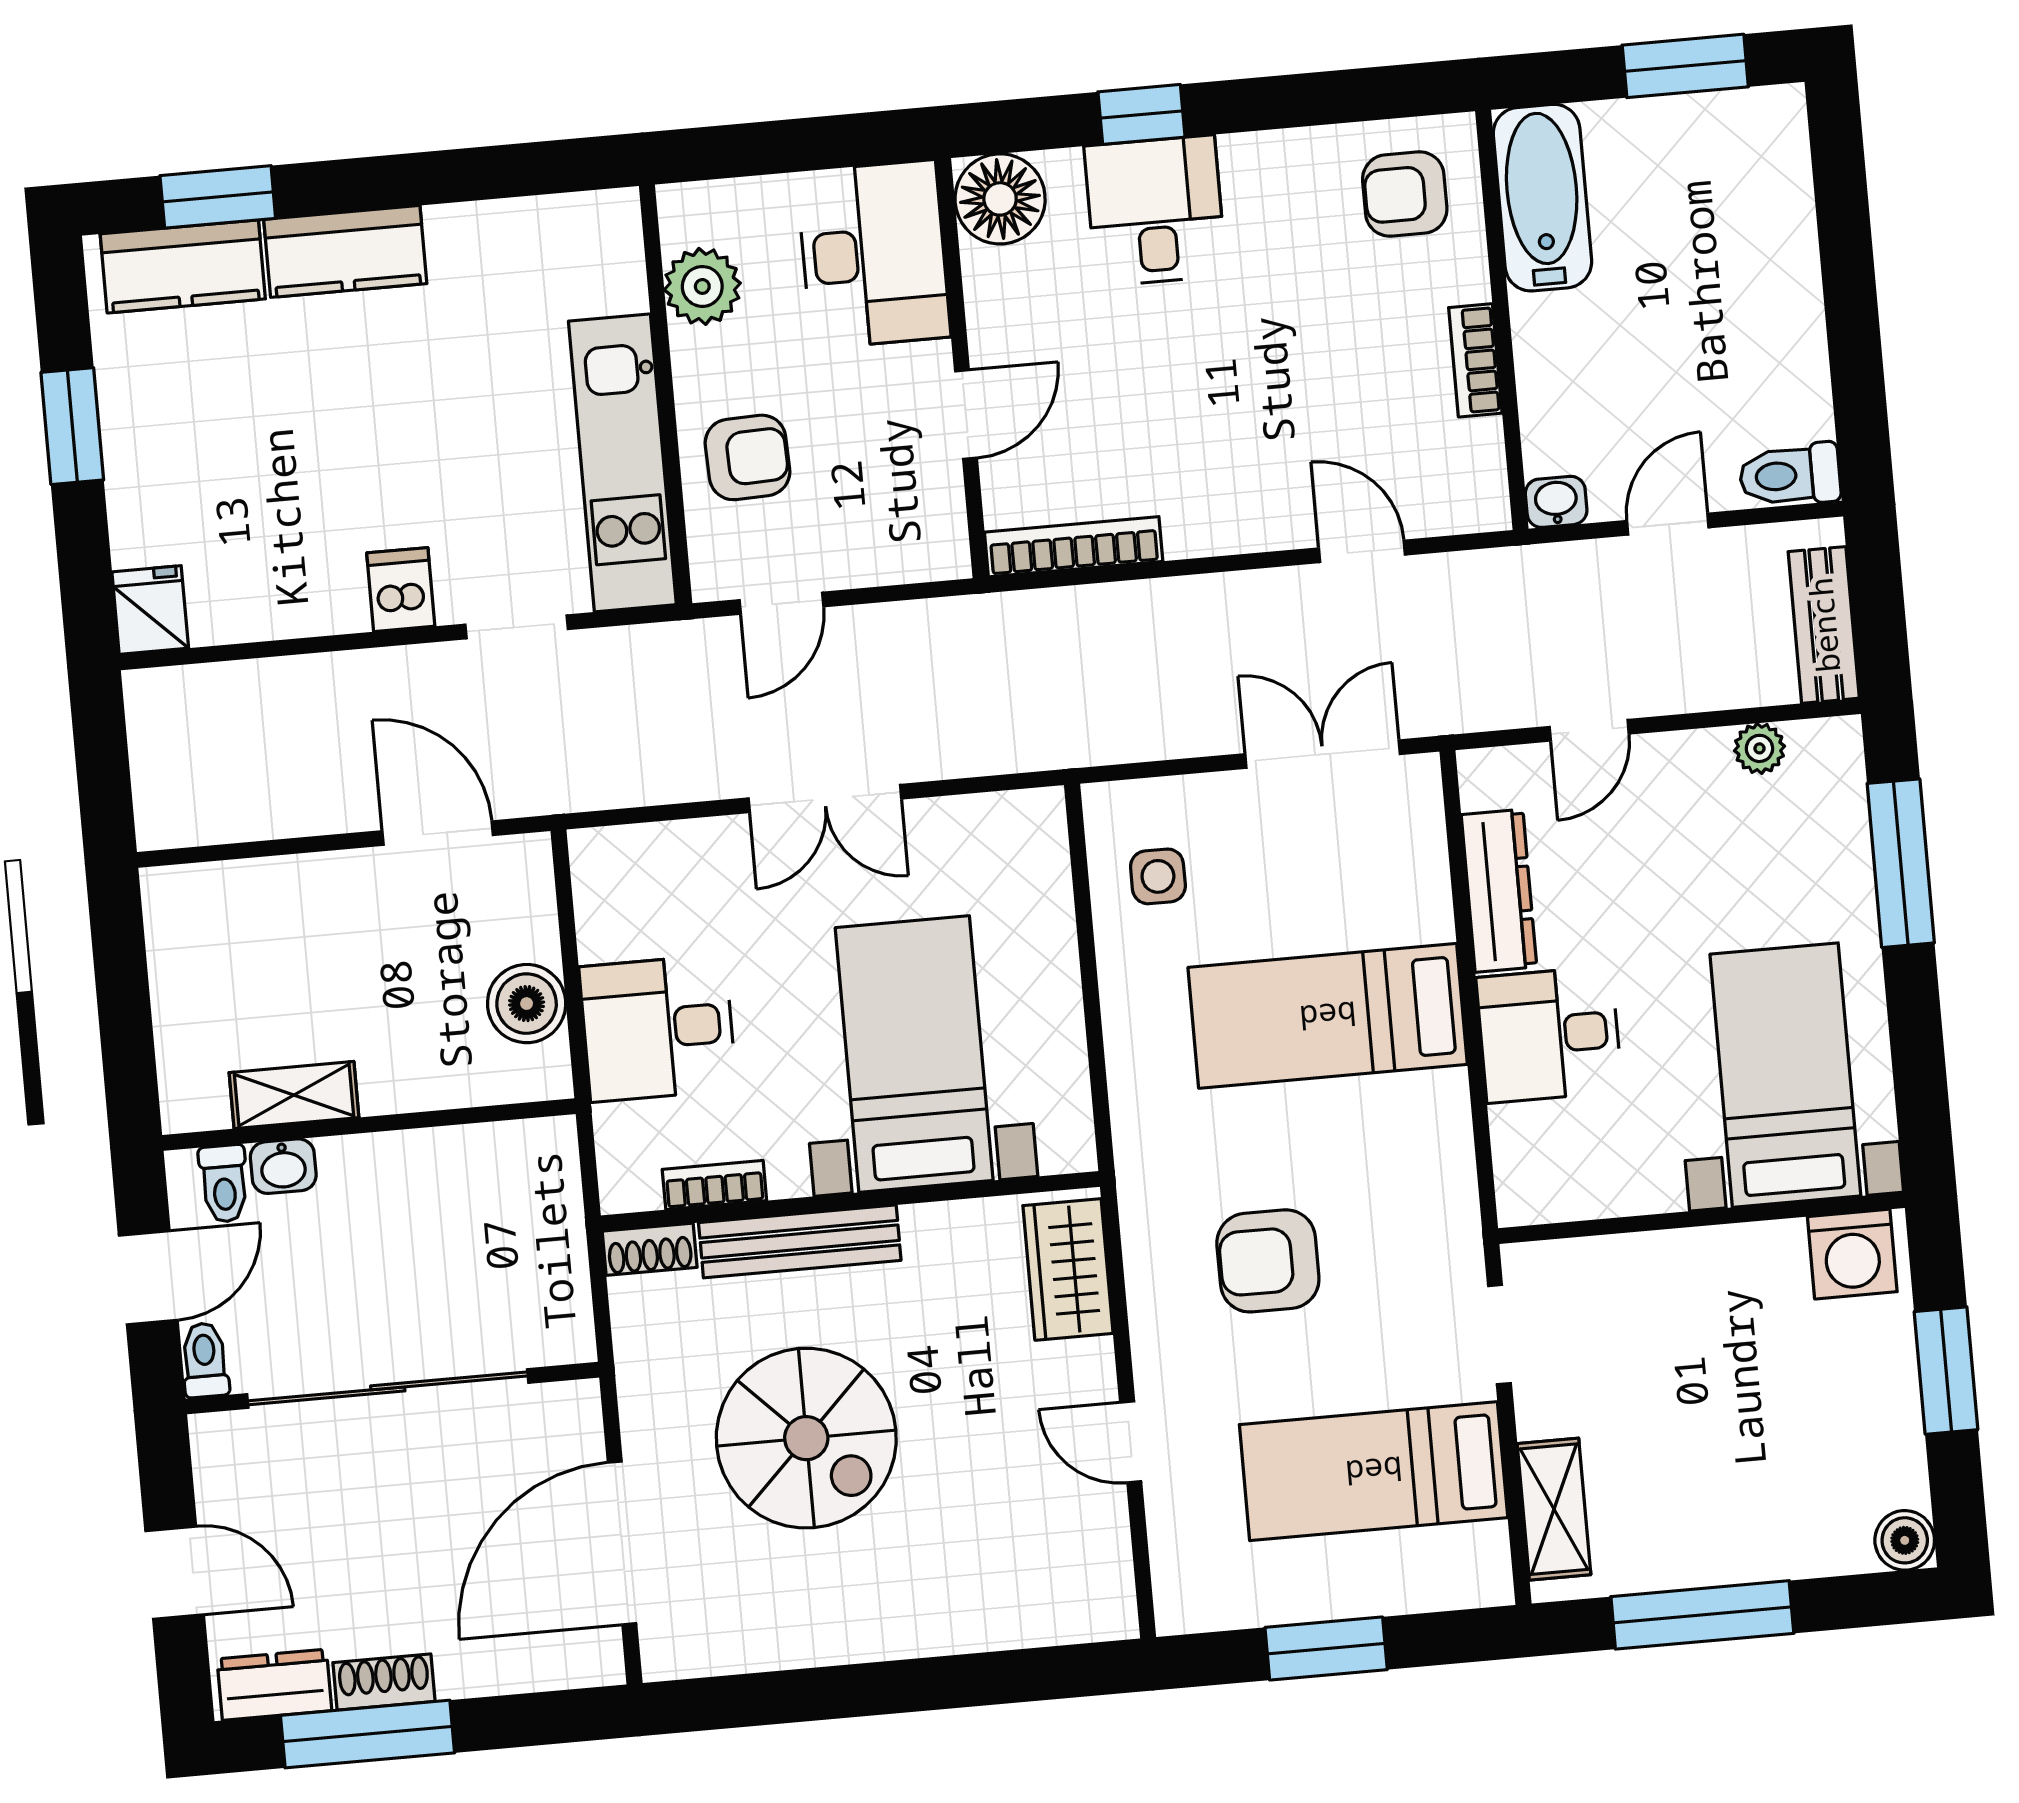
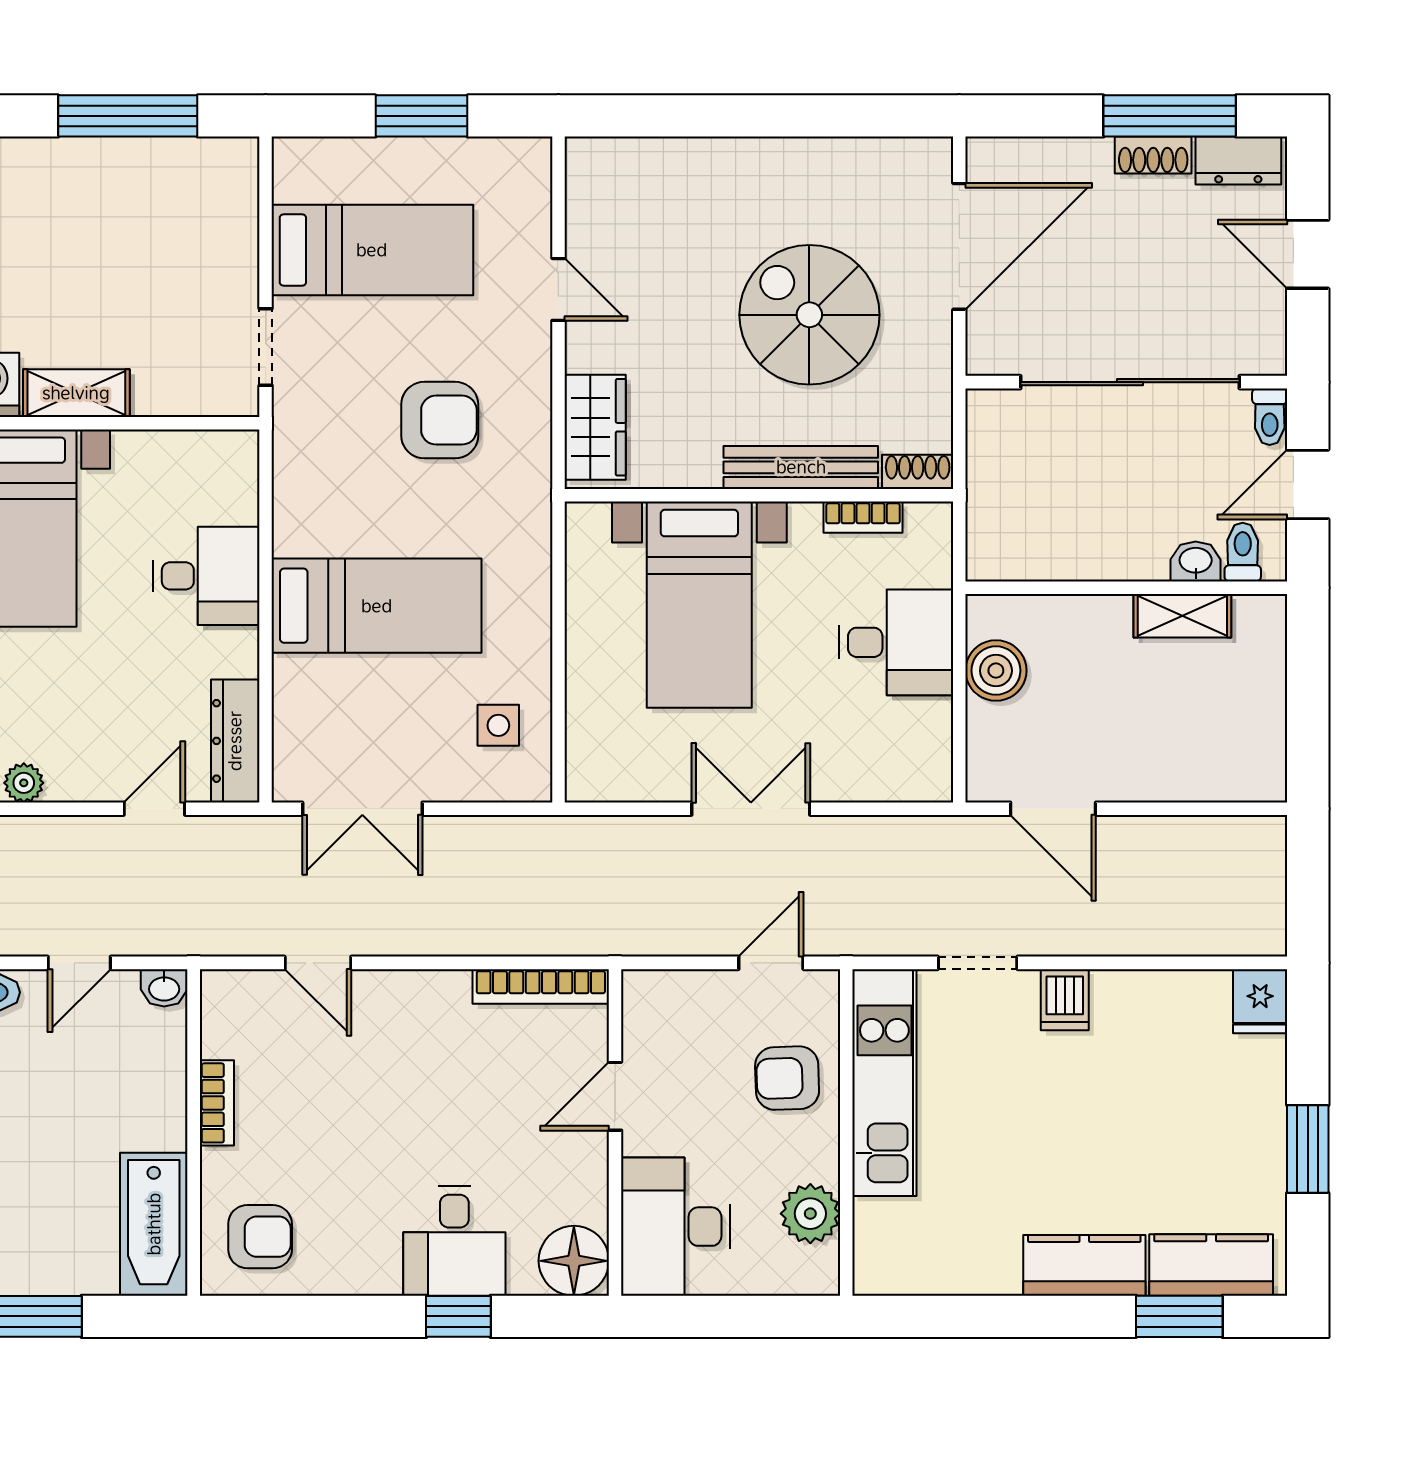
dresser: (1499, 891) -> (235, 741), moved
shelving: (1554, 1509) -> (76, 393), moved, turned 90

